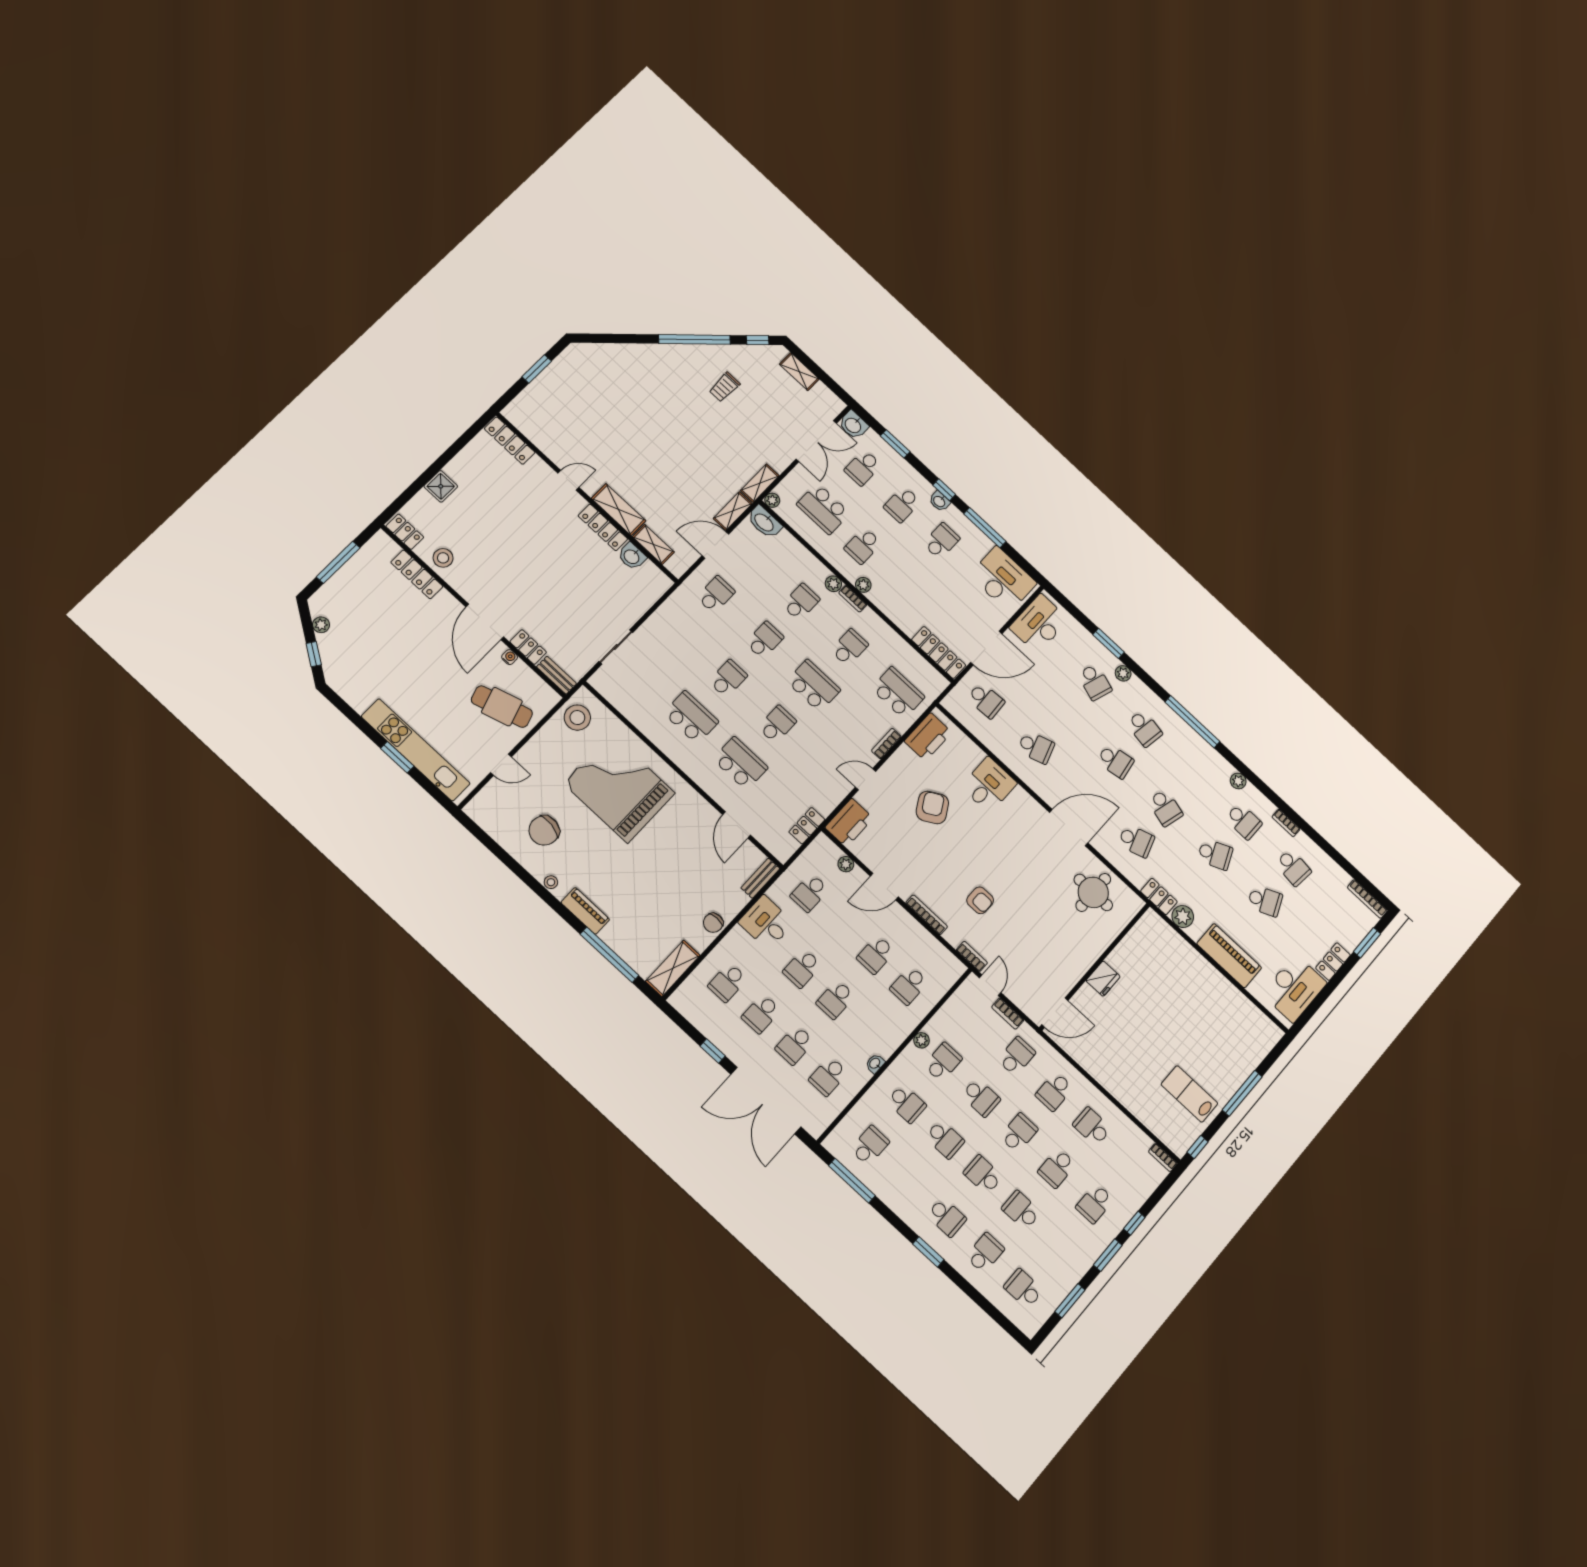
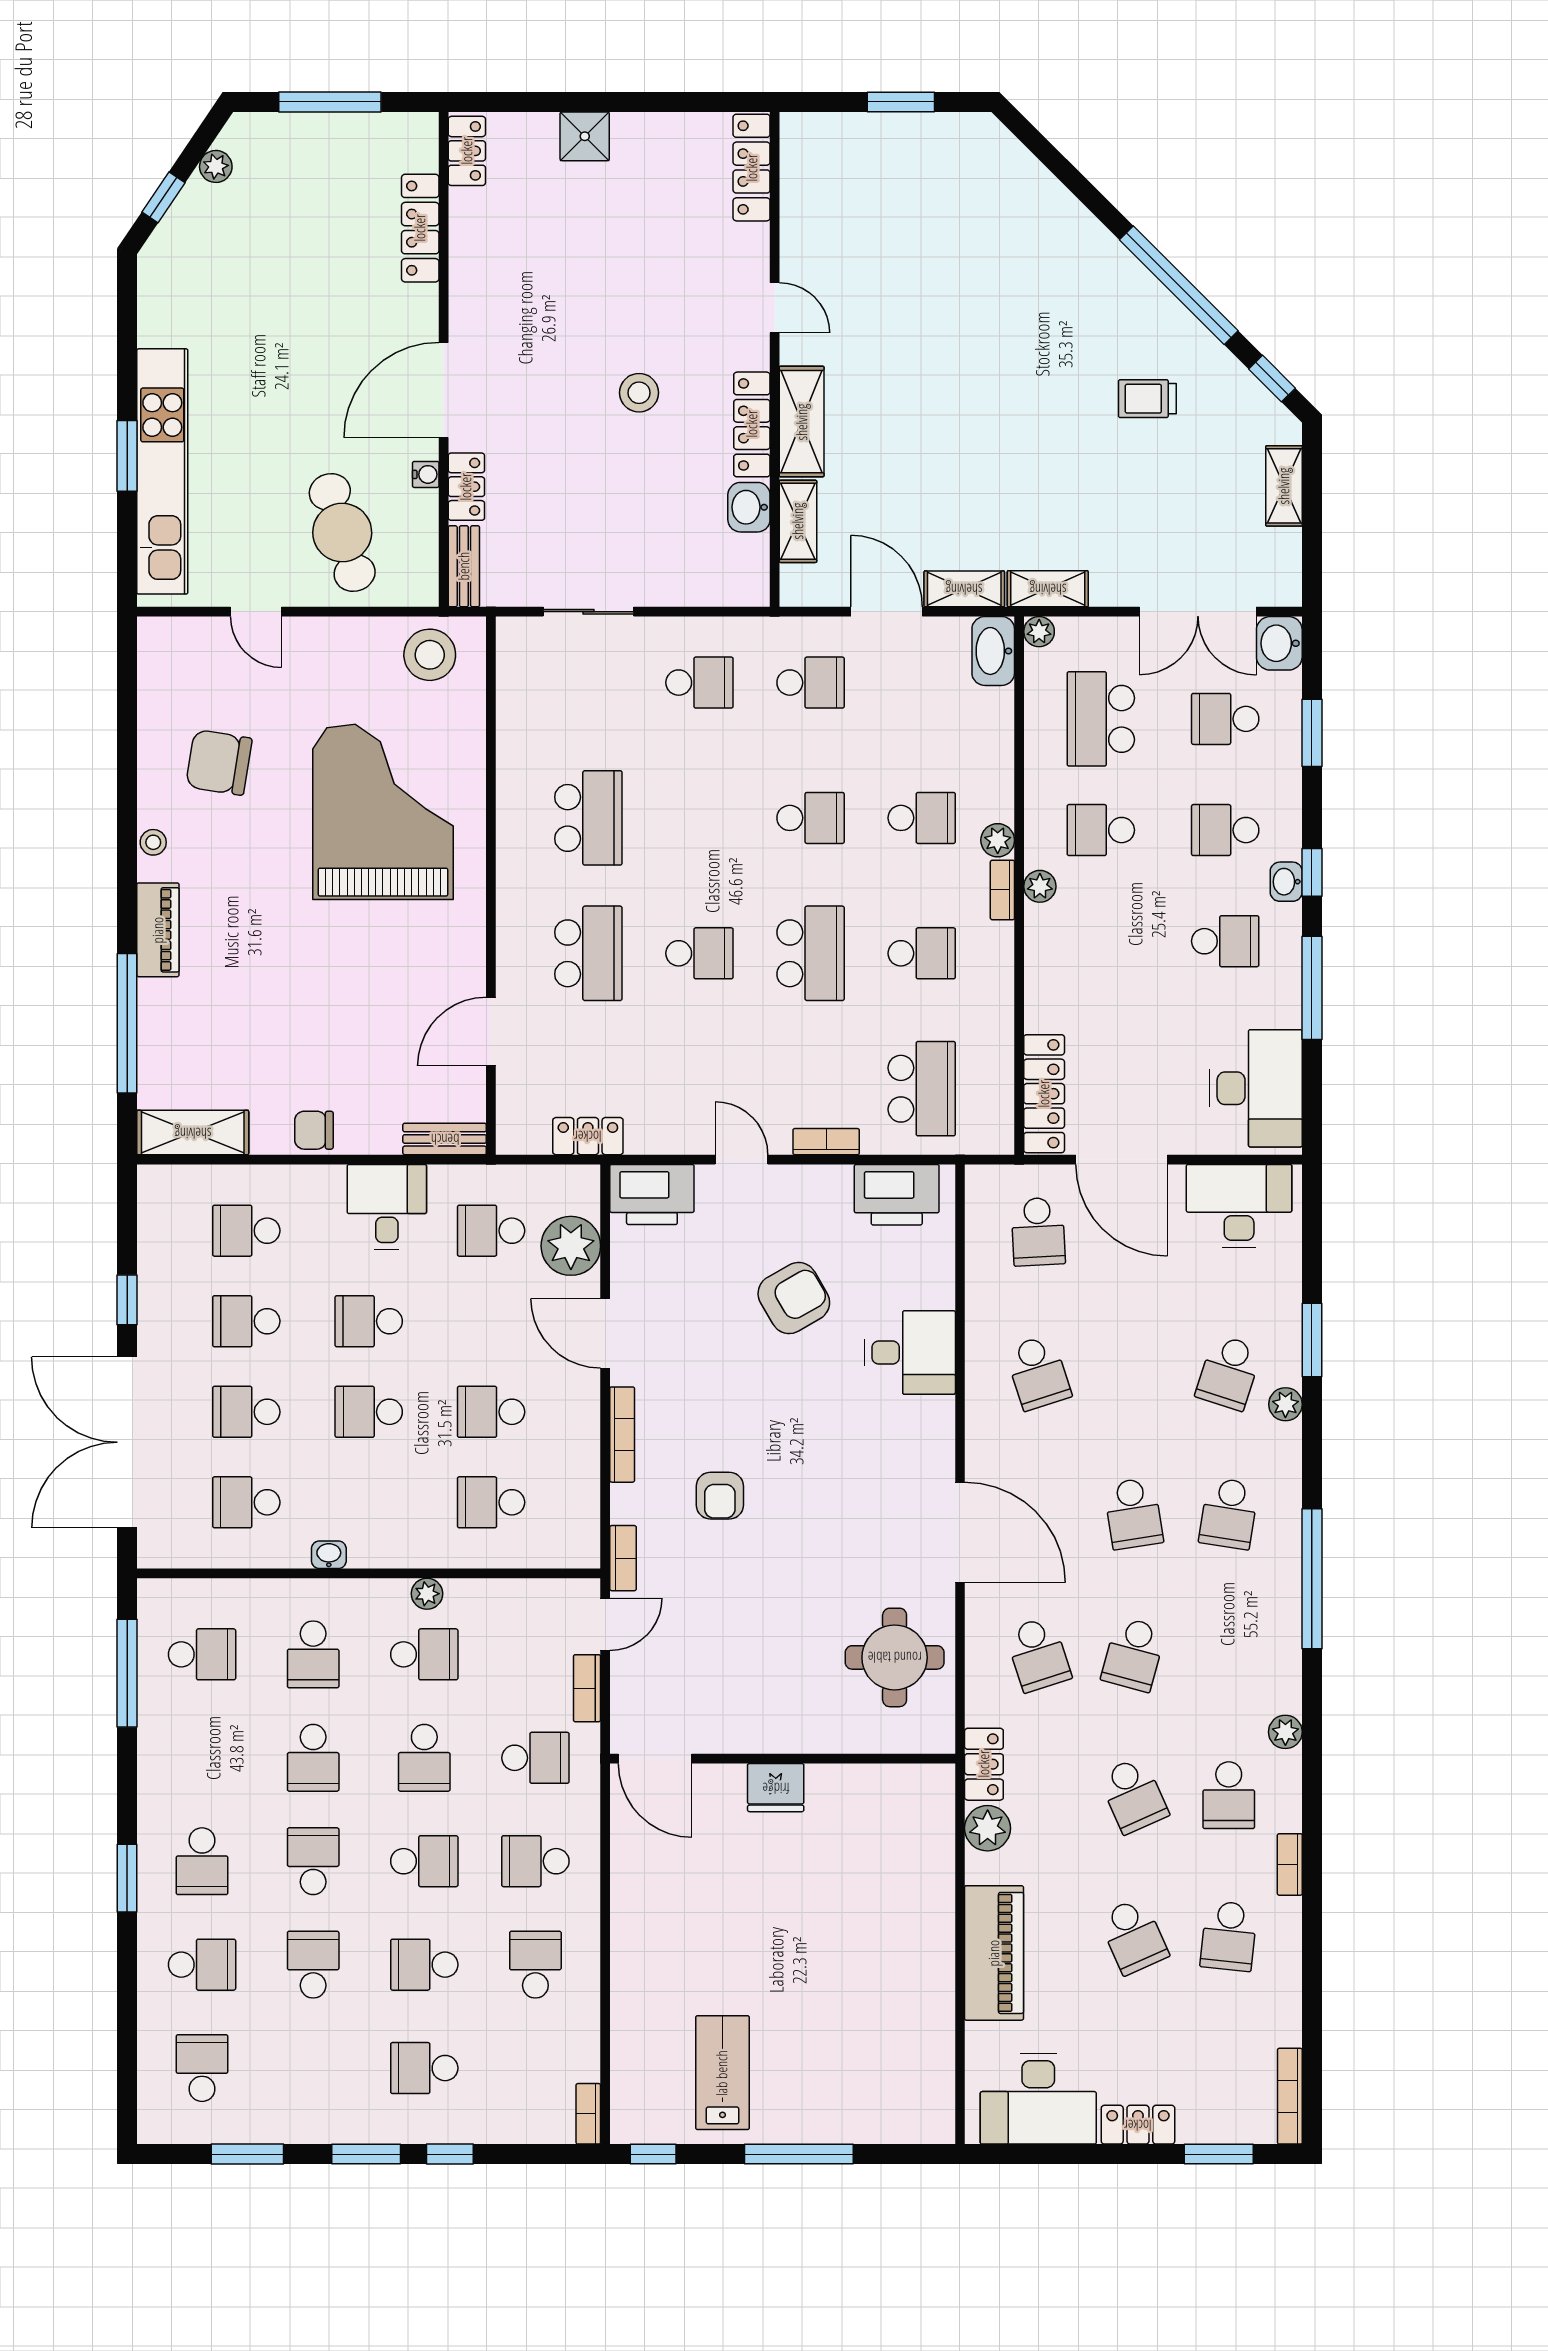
stool: (443, 558) -> (639, 393), moved
school desk: (728, 678) -> (699, 683), moved
plant: (846, 864) -> (571, 1246), width x1.88, depth x1.88

